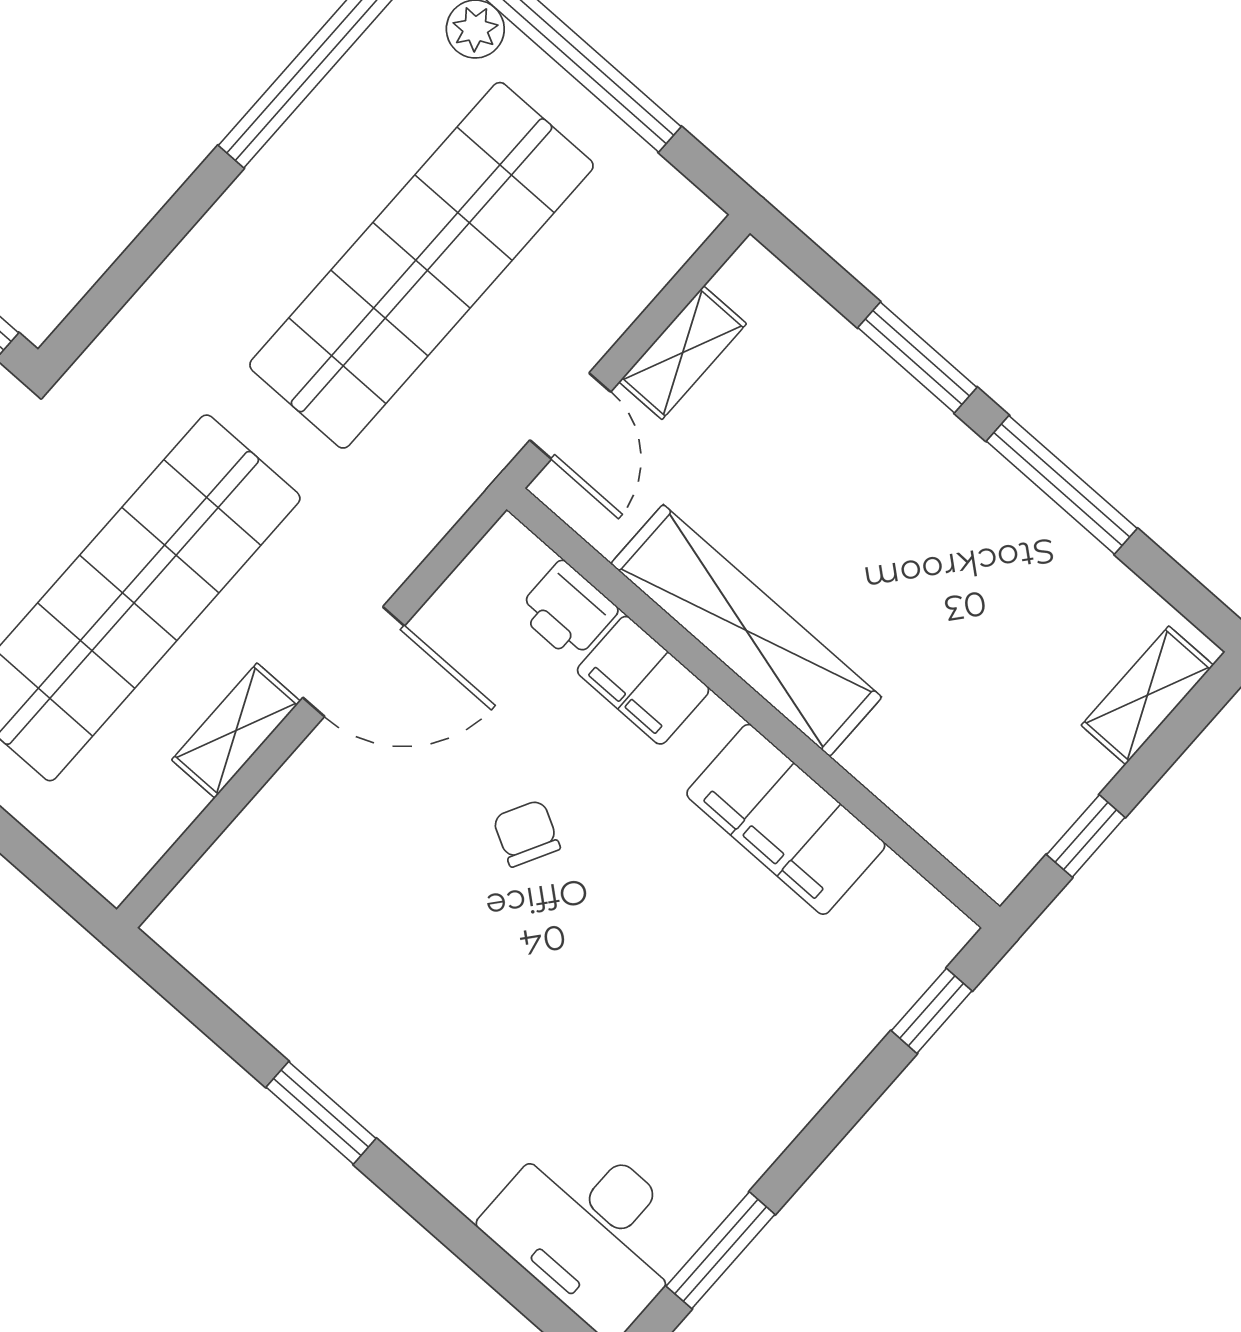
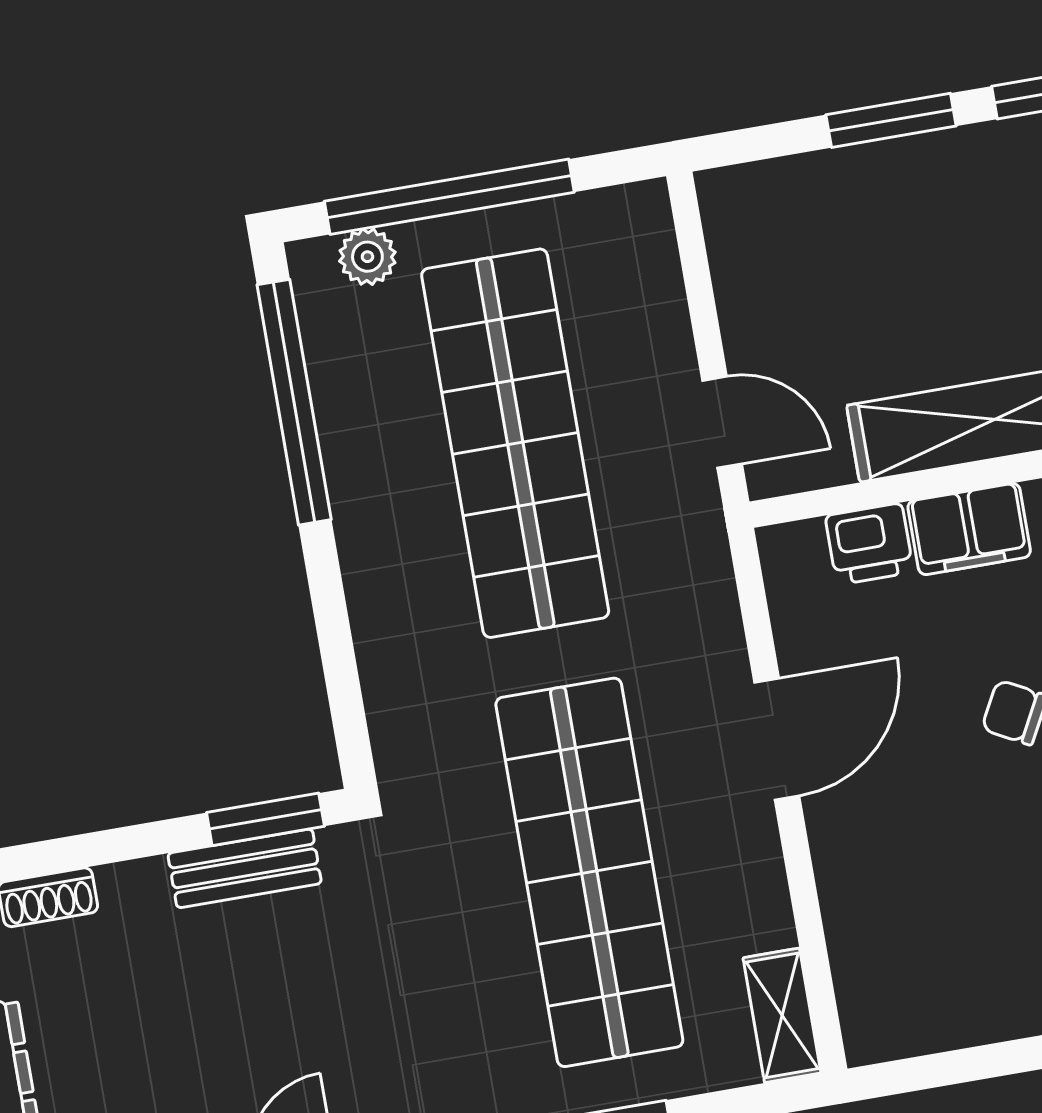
shelving: (683, 353) -> (743, 297), removed
shelving: (236, 731) -> (782, 1015), moved

